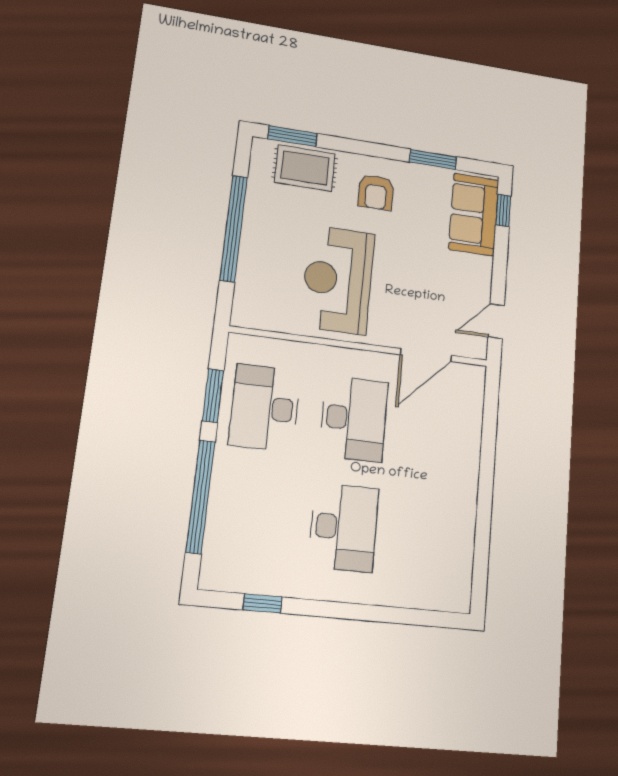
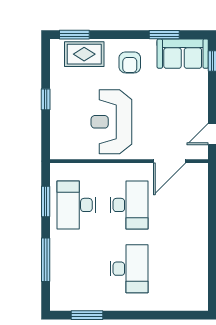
sofa: (474, 214) -> (183, 54), moved, turned -90
window: (234, 228) -> (46, 99), width x0.32
window: (200, 497) -> (46, 260), width x0.68
window: (263, 603) -> (87, 315), width x1.50

